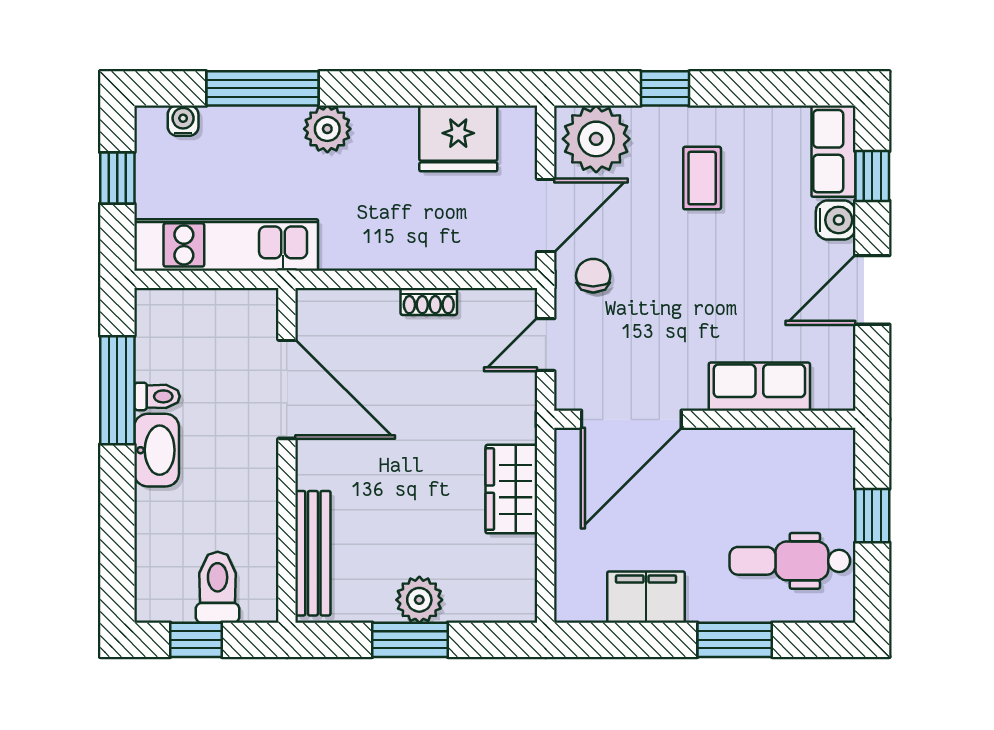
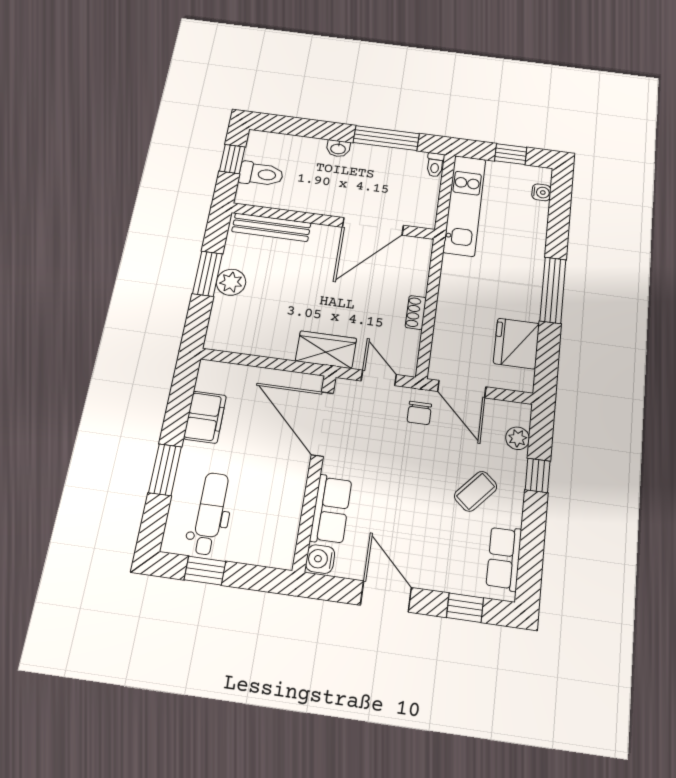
window: (263, 88) -> (553, 290), moved
plant: (327, 129) -> (529, 269), removed
plant: (596, 139) -> (518, 438), width x0.53, depth x0.53
row of seats: (833, 151) -> (504, 558), moved, turned -90
coffee table: (702, 178) -> (476, 491), turned -49
water cooler: (836, 220) -> (320, 559), moved, turned 90
chair: (593, 276) -> (419, 413), turned 90
toilet: (157, 396) -> (435, 165), moved
washbasin: (157, 450) -> (338, 149), width x0.52, depth x0.69
wardrobe: (511, 489) -> (326, 350), moved
window: (872, 516) -> (205, 571), moved

